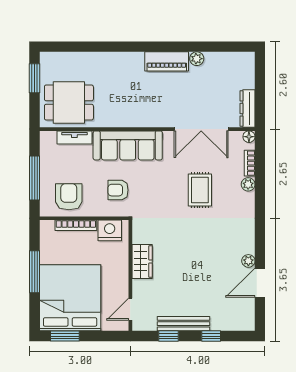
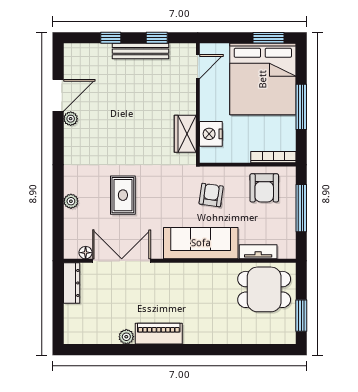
floor lamp: (249, 137) -> (86, 253), moved
bookcase: (250, 163) -> (69, 224), removed
armchair: (118, 190) -> (211, 195), turned -82
bookcase: (76, 225) -> (273, 157), moved
nightstand: (110, 230) -> (211, 134), moved, turned 90
wardrobe: (142, 261) -> (185, 134), moved

